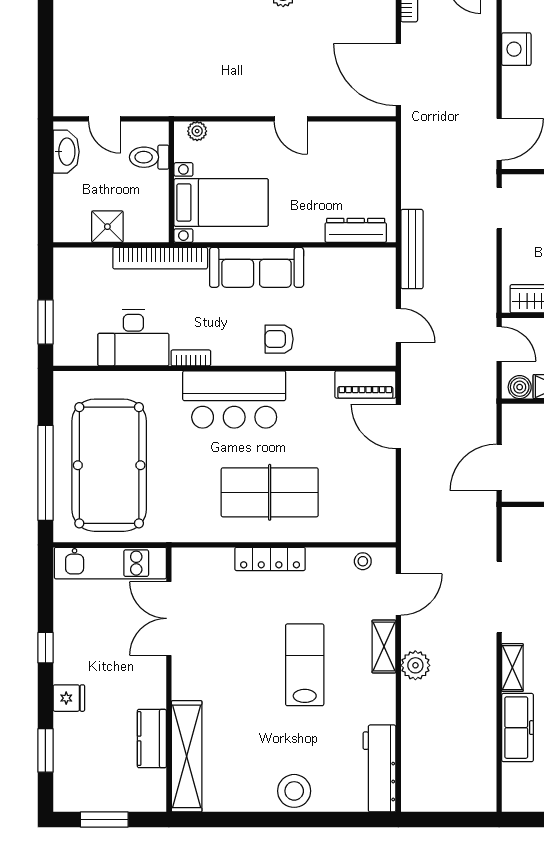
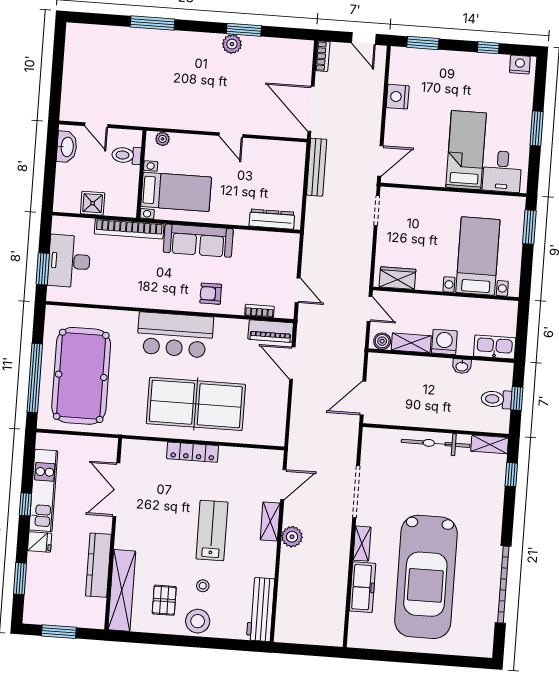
bench: (412, 249) -> (317, 167), moved
desk: (133, 338) -> (69, 261), moved, turned 90
bookcase: (191, 358) -> (259, 311), moved
table tennis table: (270, 492) -> (196, 404), width x1.36, depth x1.32
stool: (363, 561) -> (203, 586), moved
kitchen unit: (110, 563) -> (43, 490), moved, turned -90
kitchen counter: (152, 739) -> (98, 565), width x1.50
pallet: (246, 766) -> (164, 600), added

